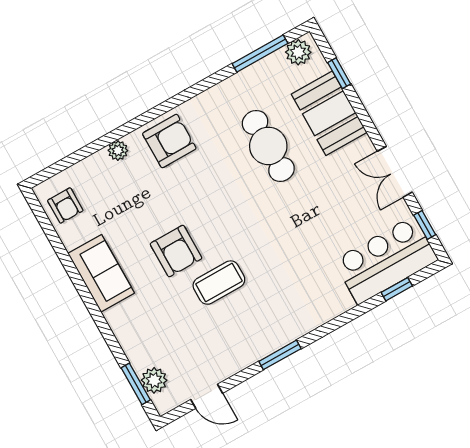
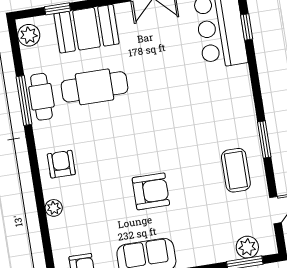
window: (260, 53) -> (24, 100), moved
cafe table: (236, 91) -> (41, 97), added
armchair: (169, 141) -> (61, 164), width x0.72, depth x0.72
coffee table: (219, 283) -> (236, 170), moved

